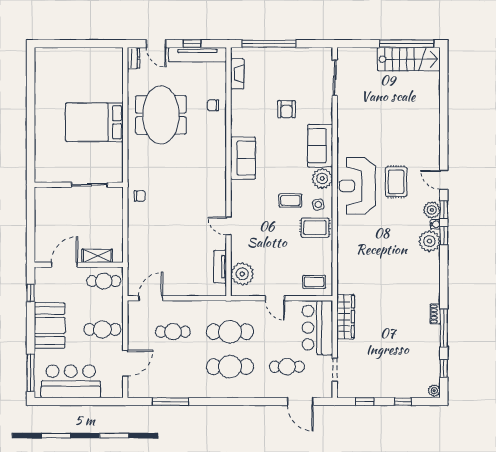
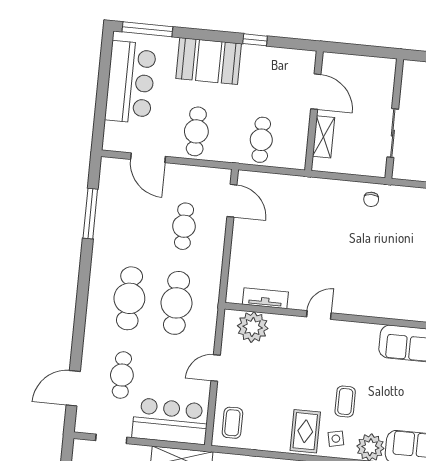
shelving: (97, 256) -> (324, 137), moved
door: (64, 265) -> (316, 92), moved
wall: (79, 265) -> (314, 111), moved

